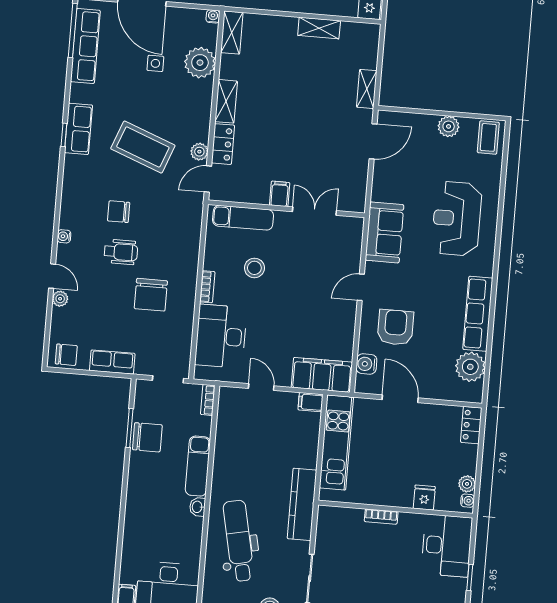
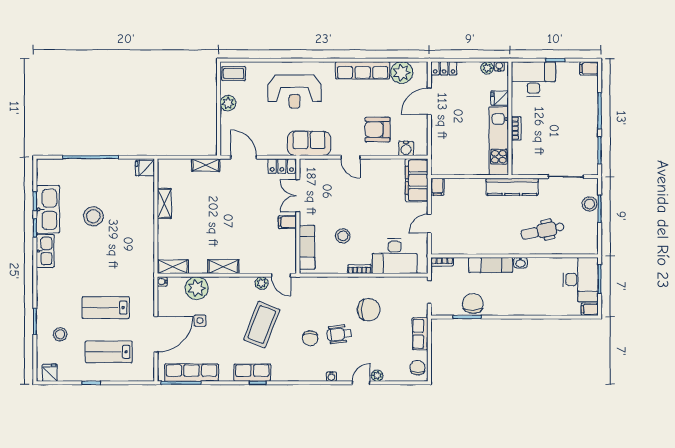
locker: (223, 144) -> (282, 166), moved, turned 180
wheelchair: (121, 252) -> (339, 334), turned -96
door: (400, 399) -> (429, 101), moved
kitchen unit: (336, 442) -> (499, 141), moved, turned -90
dental chair: (239, 541) -> (543, 231), width x0.73, depth x0.72

